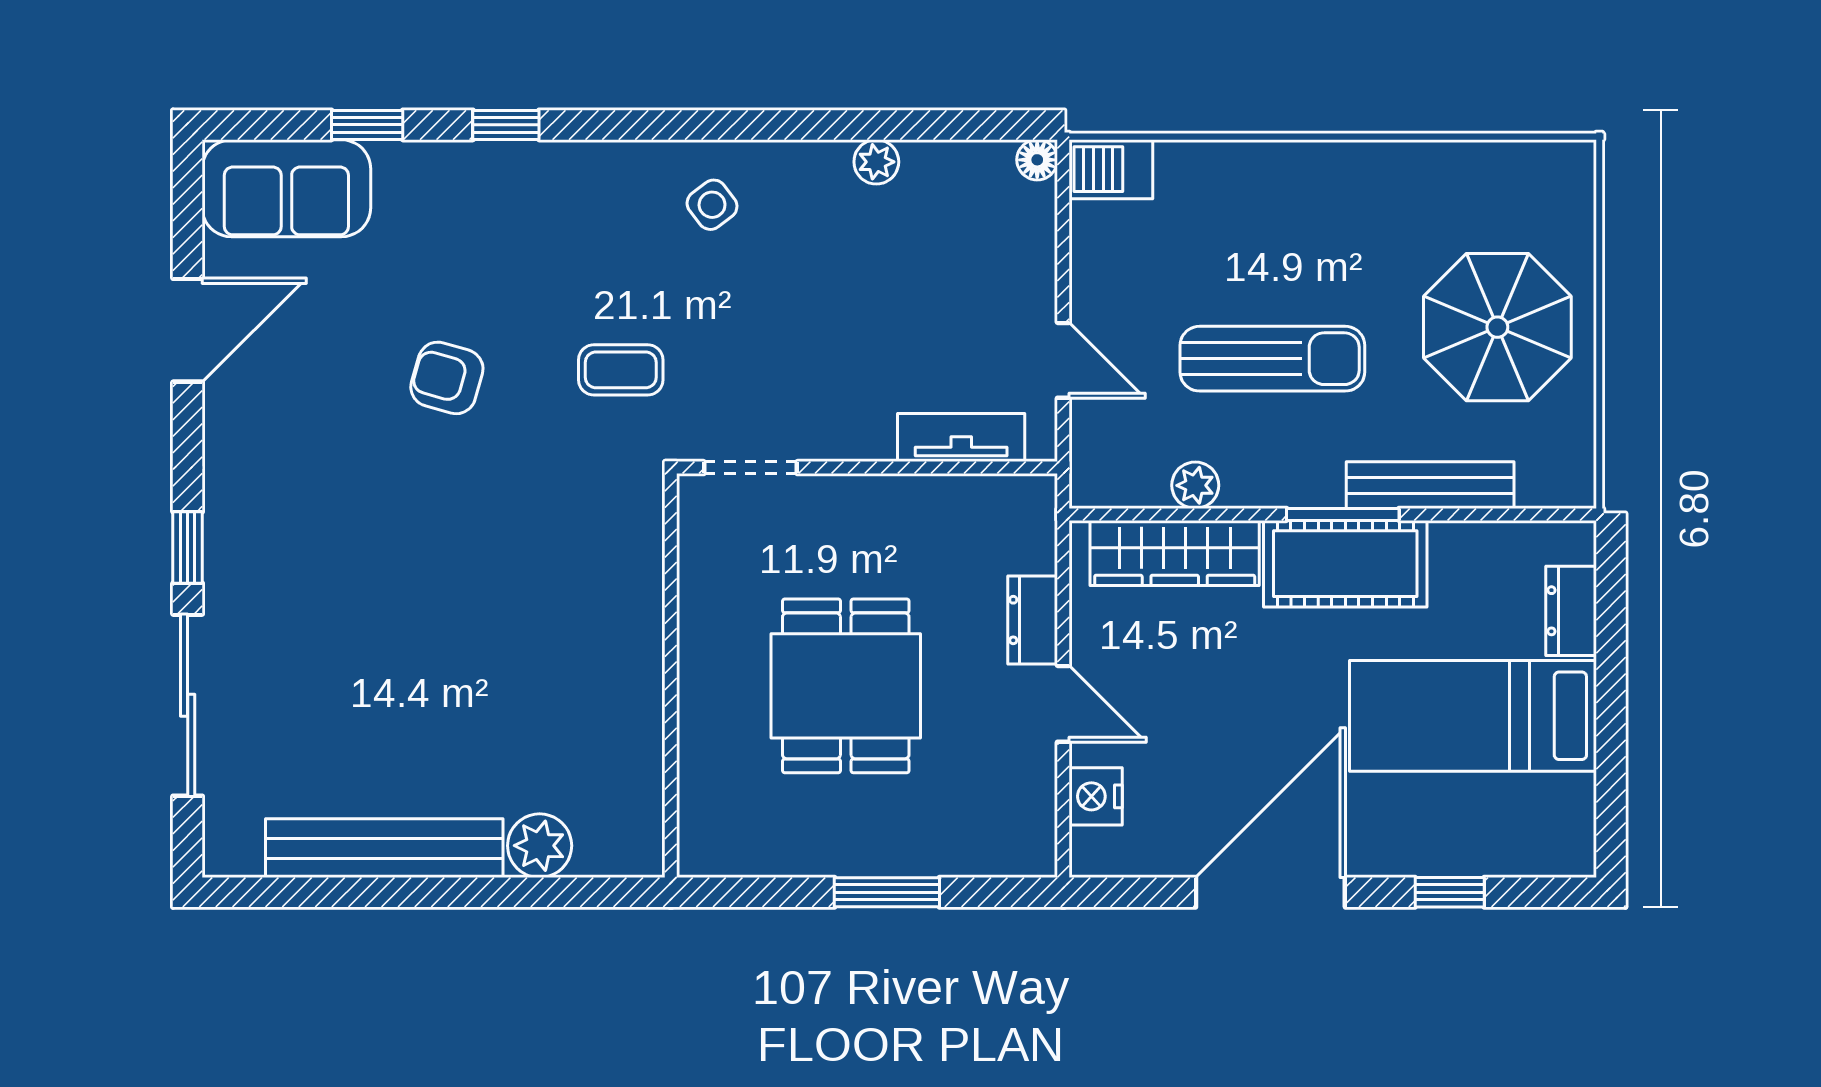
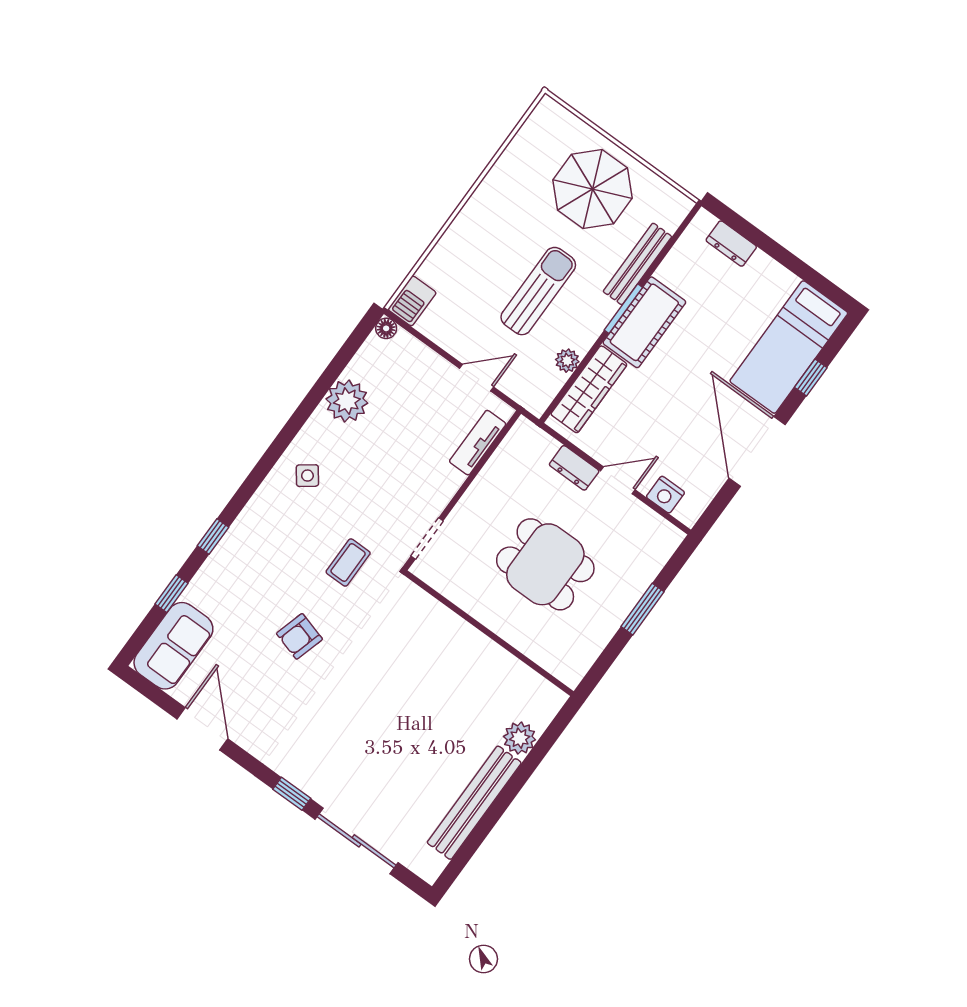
plant: (876, 162) -> (347, 401), width x1.87, depth x1.87
bed: (1473, 716) -> (789, 347), moved

